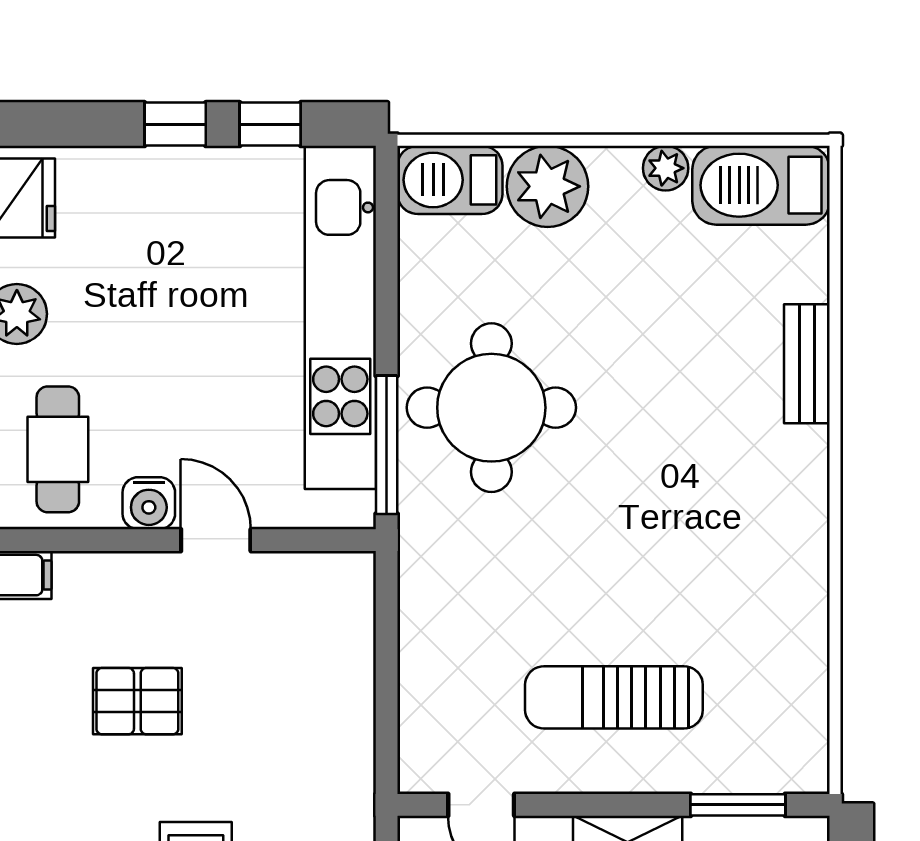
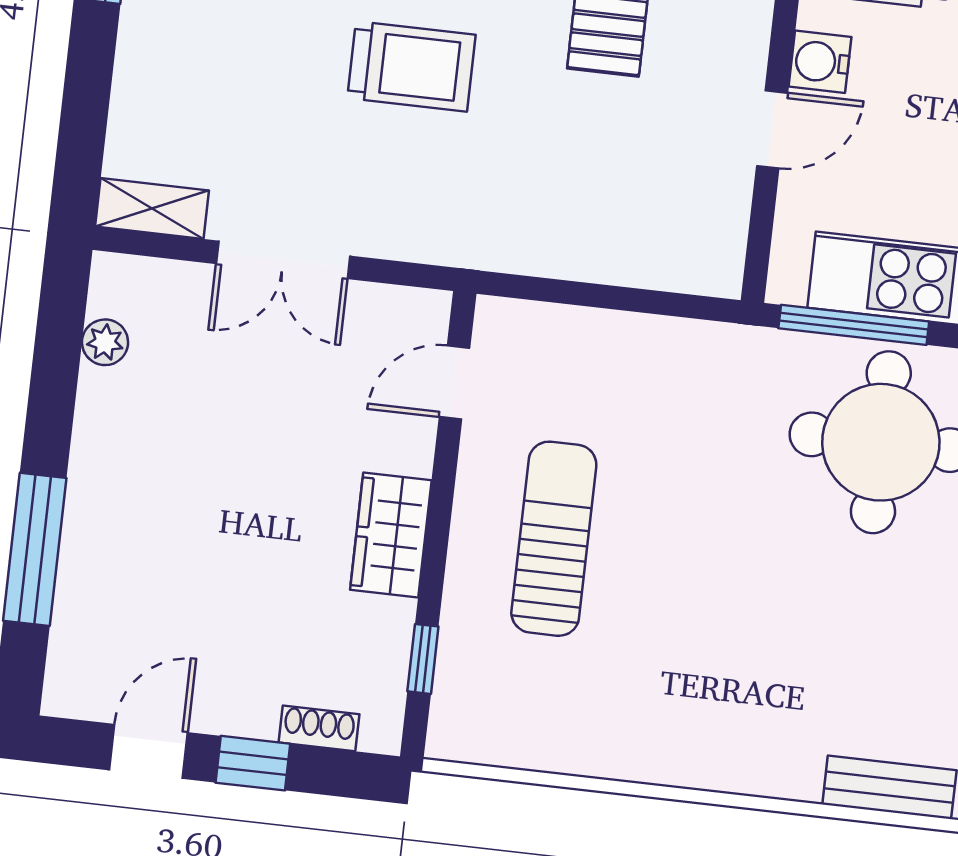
window: (738, 805) -> (423, 659), width x0.67

